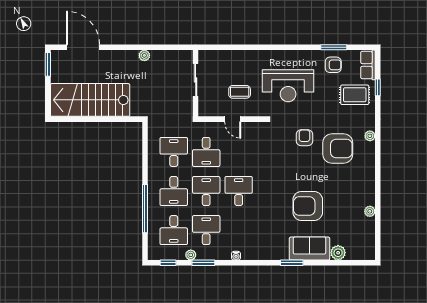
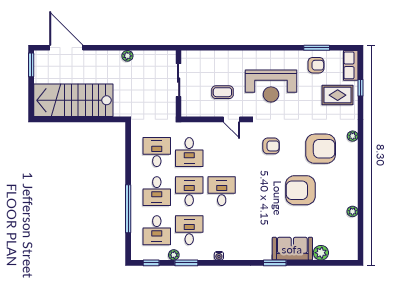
door: (233, 119) -> (231, 119), moved
armchair: (304, 138) -> (271, 146), moved, turned 90
armchair: (308, 206) -> (300, 190), moved

